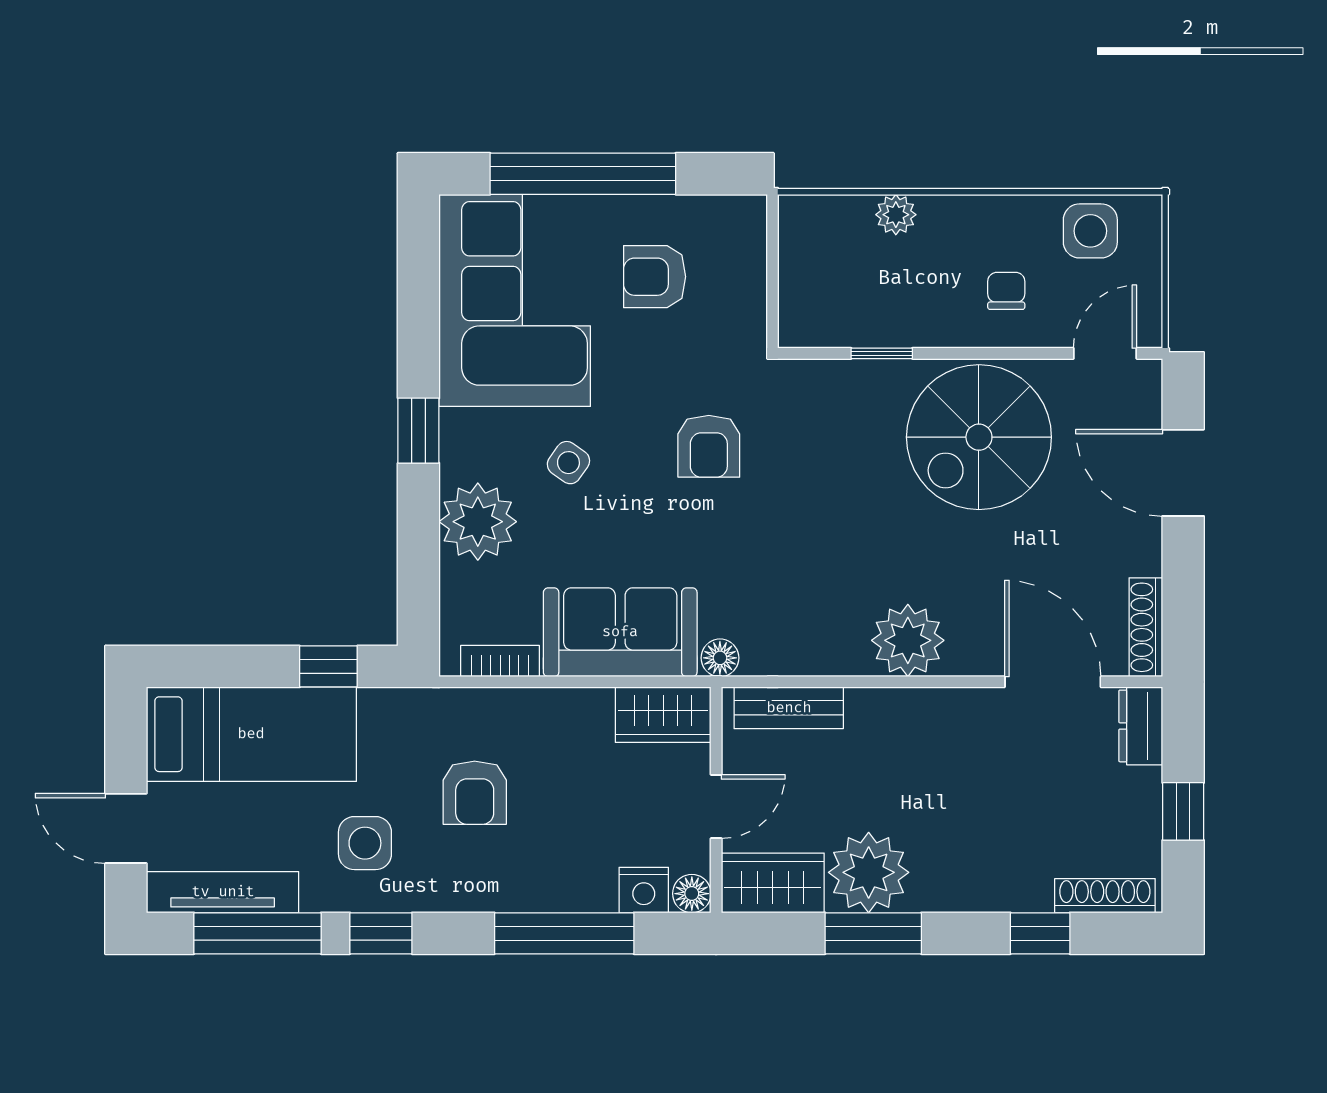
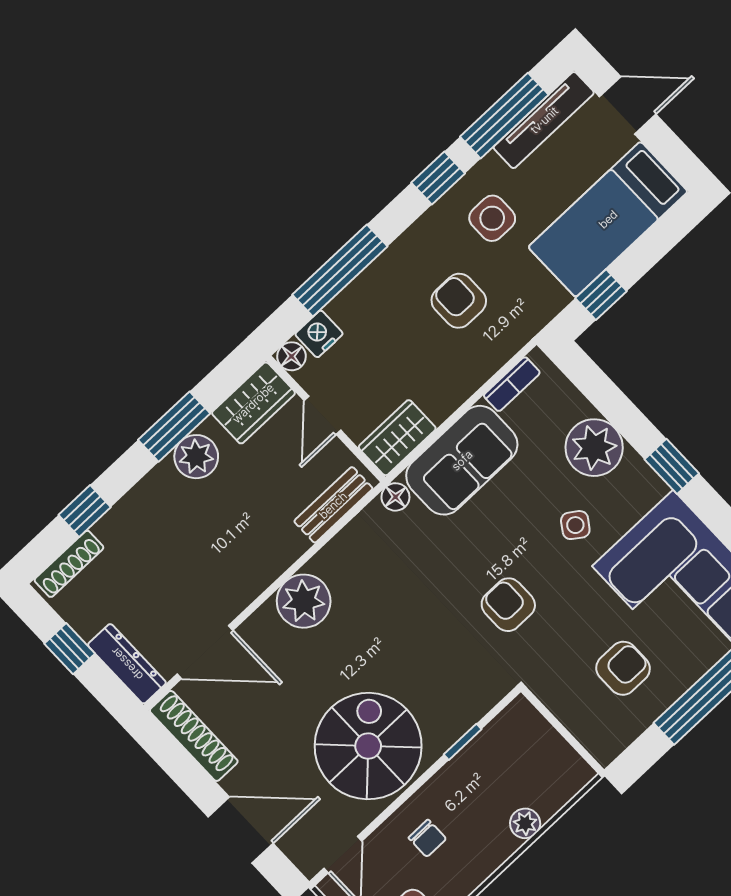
shoe rack: (1146, 627) -> (194, 736), width x1.36, depth x1.24
dresser: (1141, 726) -> (127, 664), width x1.44
plant: (869, 872) -> (196, 457), width x0.73, depth x0.73

